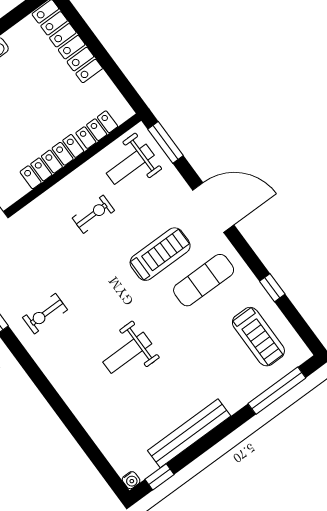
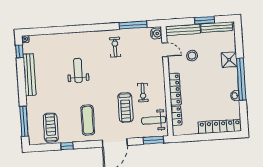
weight bench: (130, 164) -> (154, 120), turned -90
treadmill: (160, 254) -> (125, 108), moved
treadmill: (258, 337) -> (51, 128), turned 90

